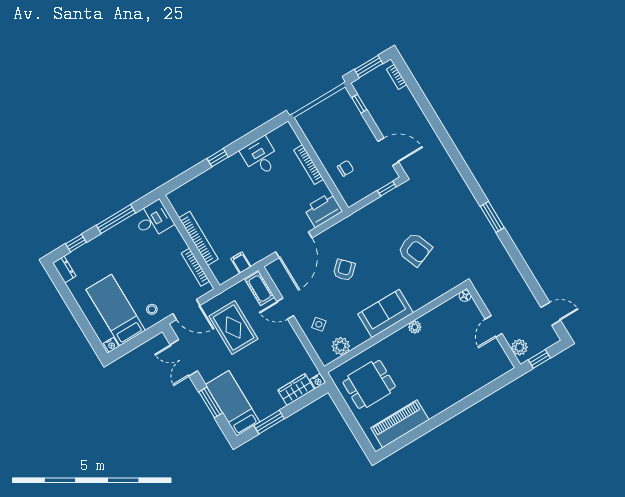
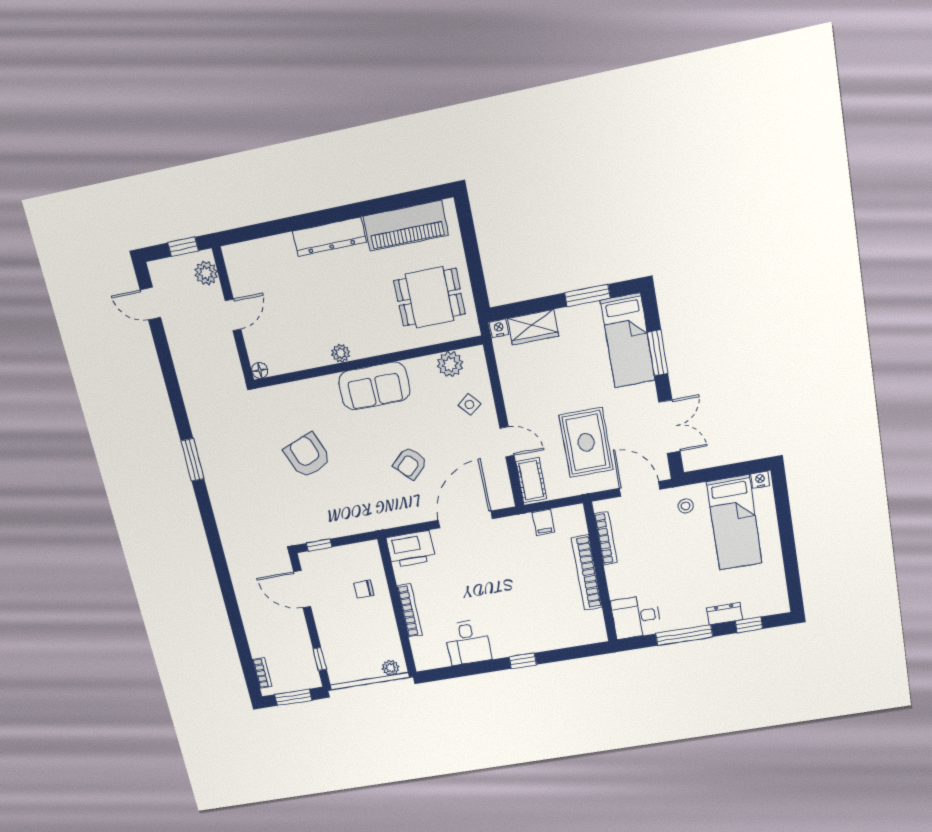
plant: (307, 116) -> (391, 668), added
dresser: (64, 269) -> (725, 614), moved, turned 90
dresser: (446, 400) -> (330, 237), added

